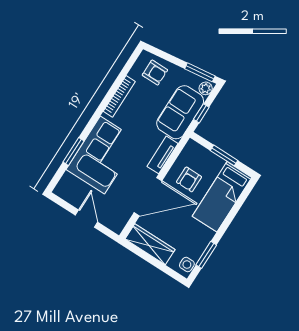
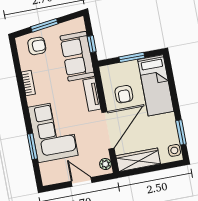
window: (200, 72) -> (44, 25), moved
plant: (206, 88) -> (105, 164), moved
bookcase: (119, 96) -> (28, 83), width x0.64

